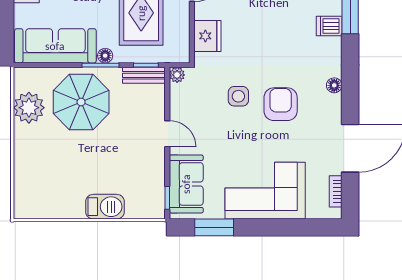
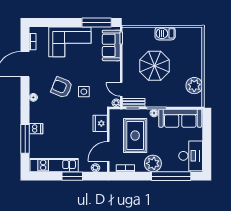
parasol: (81, 102) -> (154, 66), moved
armchair: (281, 104) -> (62, 87), turned 112
door: (167, 134) -> (121, 89), moved
barbecue: (105, 207) -> (165, 33), moved
window: (214, 227) -> (97, 23), width x1.44

